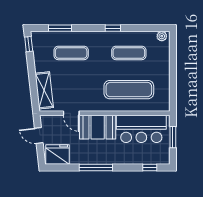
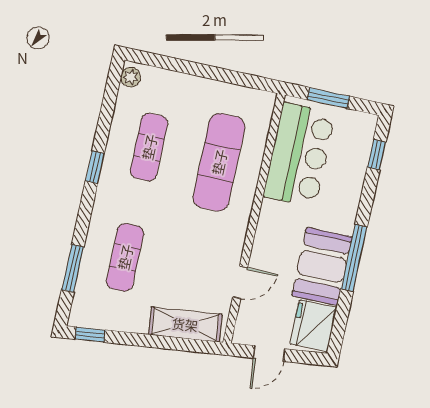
booth: (98, 127) -> (322, 266), moved

